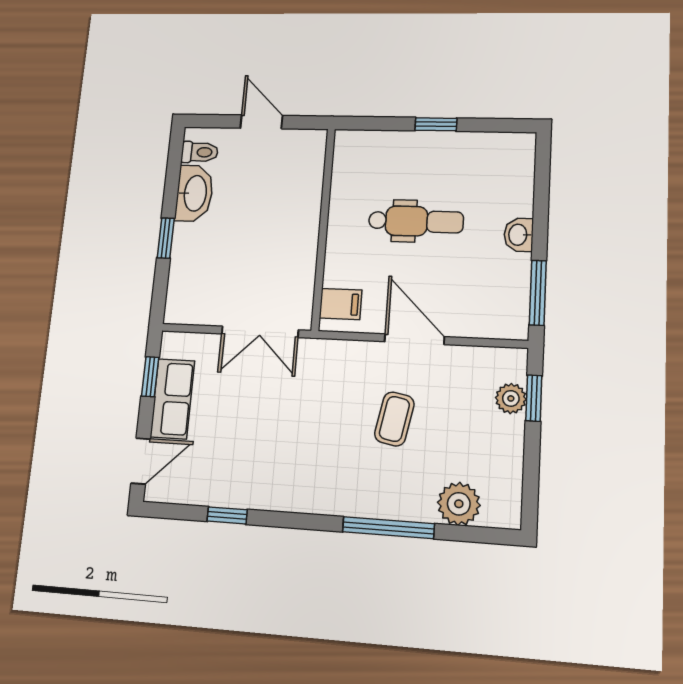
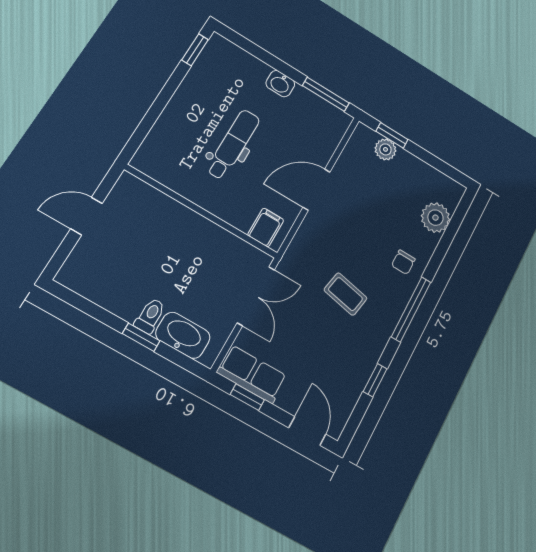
window: (436, 124) -> (195, 50), moved
toilet: (200, 152) -> (150, 316), moved
washbasin: (194, 193) -> (183, 335), moved
row of seats: (172, 399) -> (252, 374), moved
coffee table: (394, 419) -> (346, 294), moved
chair: (381, 487) -> (403, 262), added
window: (388, 528) -> (411, 309), moved

